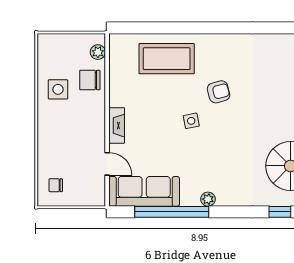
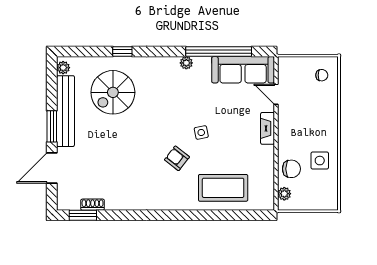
armchair: (219, 92) -> (177, 158), turned 53

